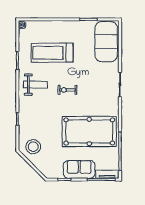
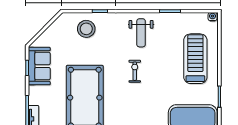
treadmill: (52, 53) -> (195, 59), moved
stool: (33, 147) -> (86, 29), moved
sofa: (79, 169) -> (39, 66), moved

